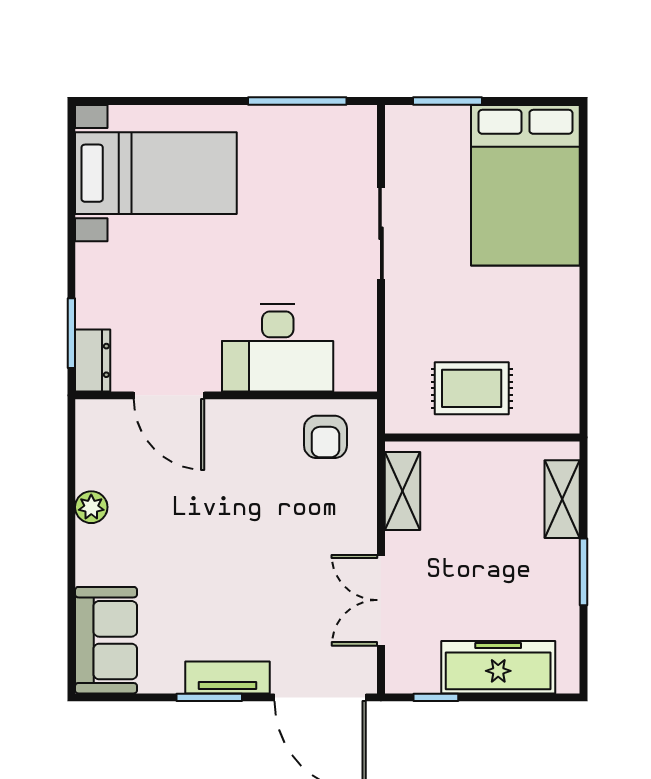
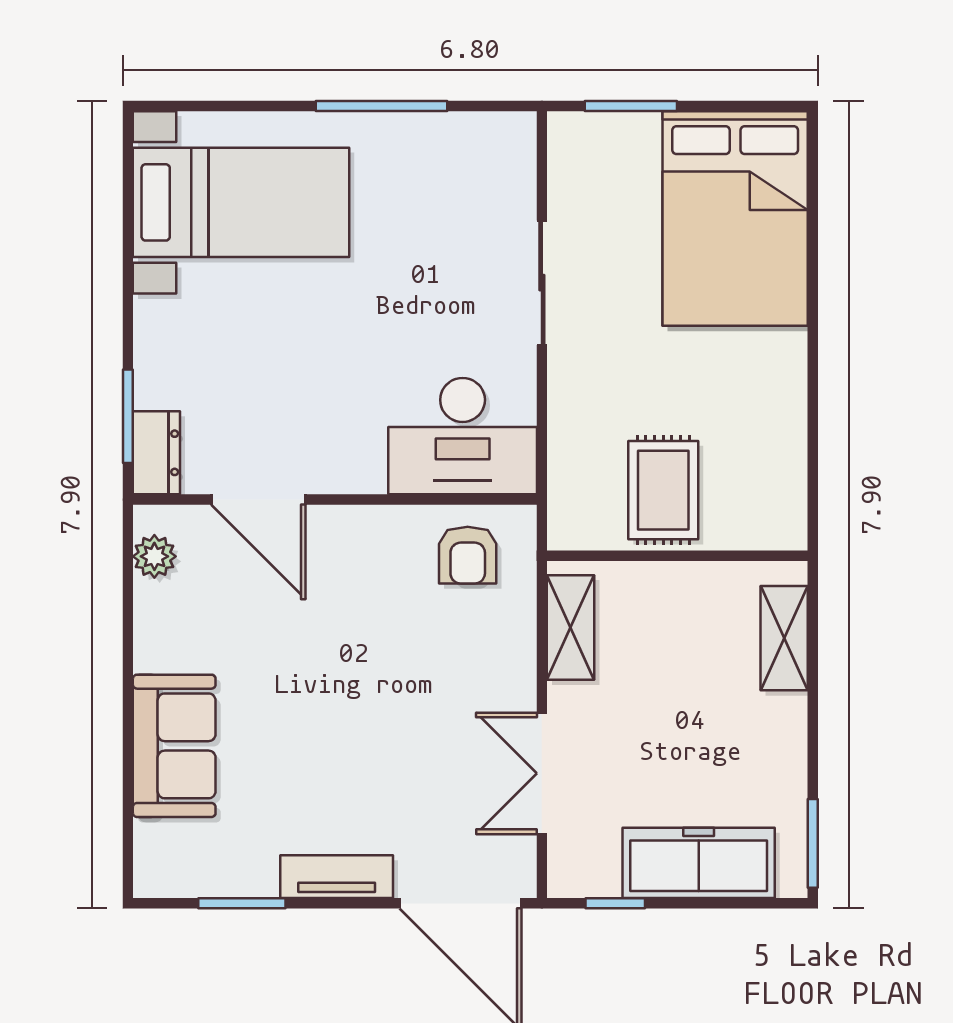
window: (297, 101) -> (381, 106), moved
desk: (278, 348) -> (463, 436), moved
rug: (472, 388) -> (663, 490), turned 90
plant: (91, 507) -> (154, 556), moved
window: (584, 572) -> (813, 843), moved
sofa: (106, 640) -> (174, 746), moved
window: (209, 697) -> (242, 903), moved

